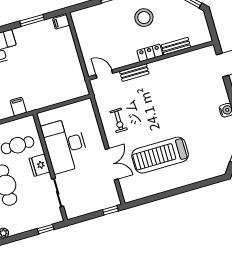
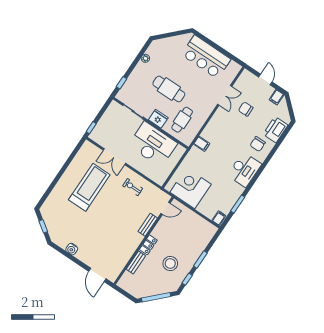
corner desk: (64, 73) -> (191, 188), added

